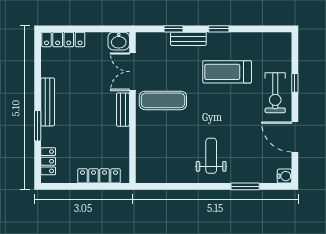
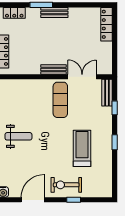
bench: (188, 39) -> (107, 93), moved
washbasin: (119, 41) -> (105, 66), removed
bench: (48, 102) -> (54, 12), width x0.73

